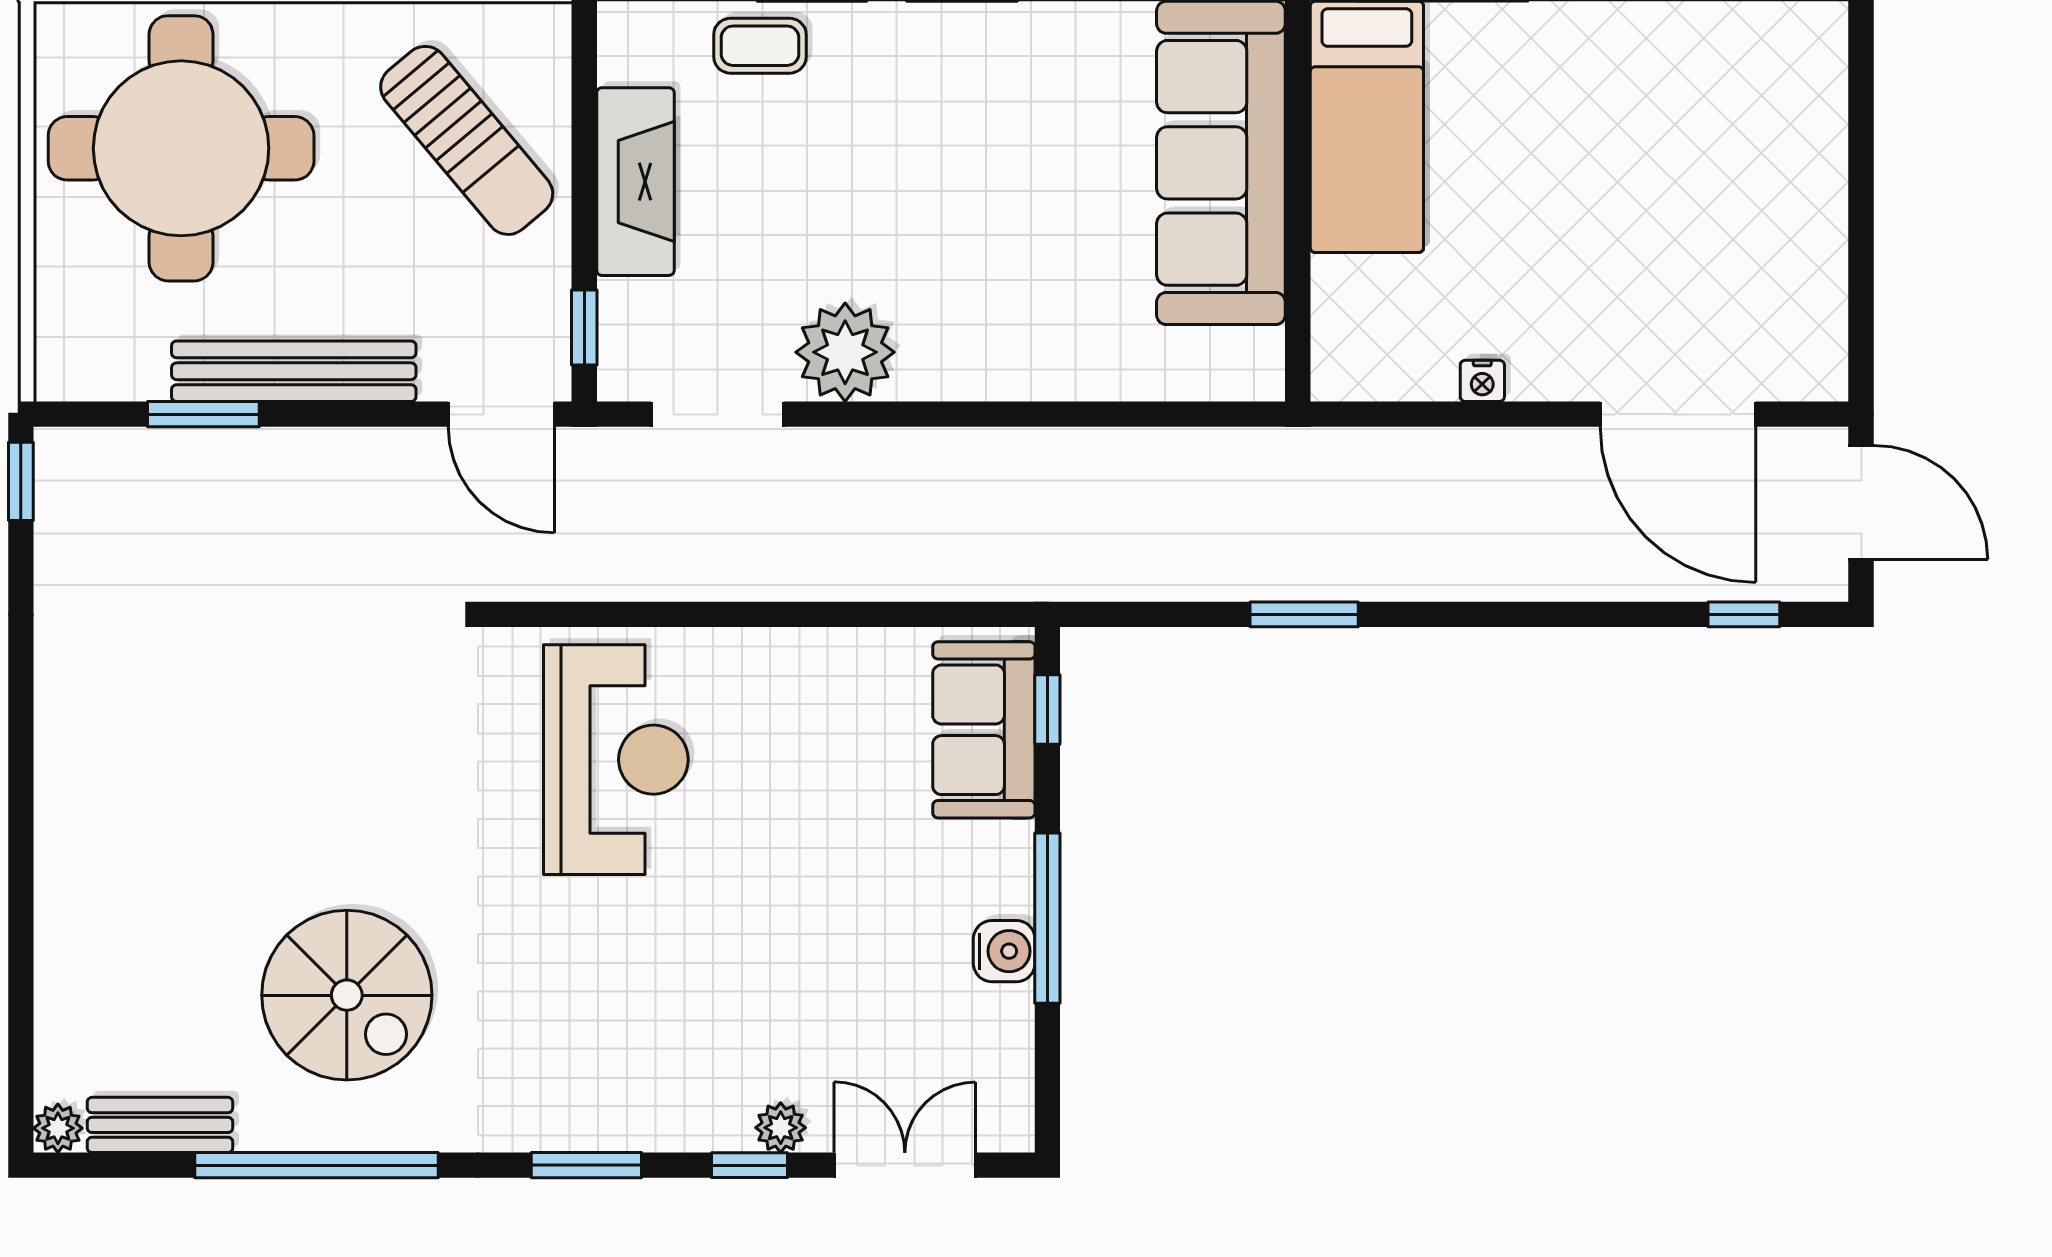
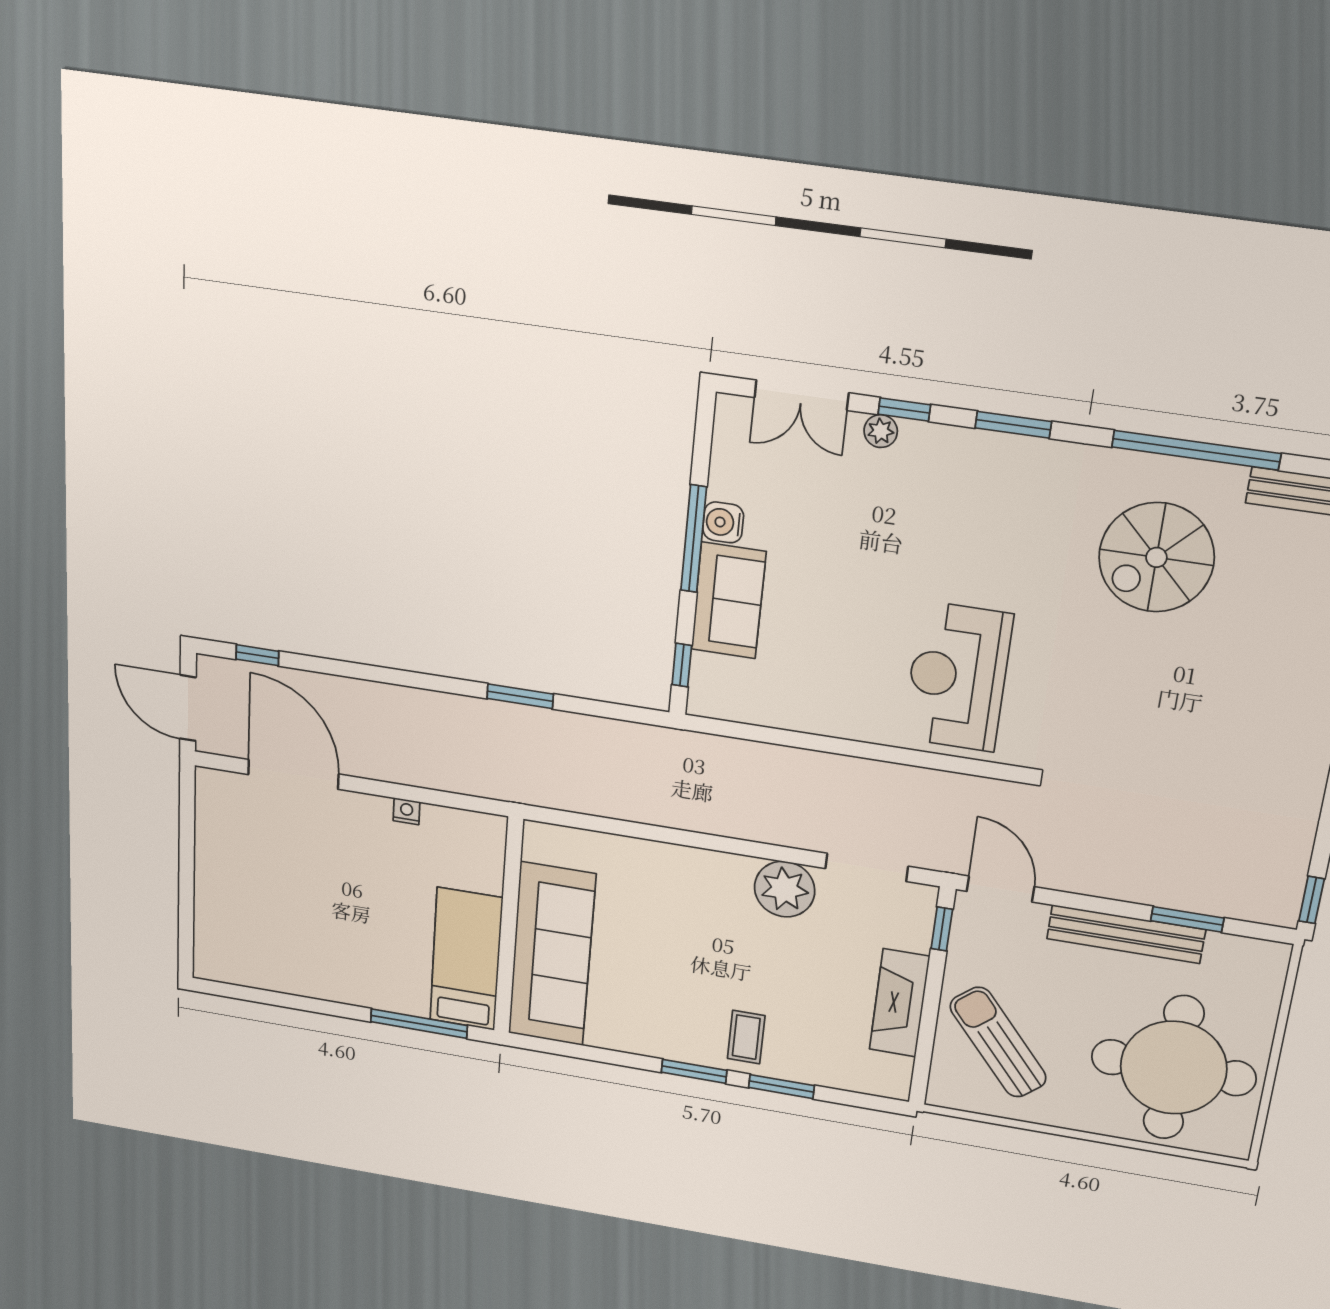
coffee table: (760, 46) -> (746, 1037), moved, turned 90
sofa: (984, 730) -> (728, 601), moved
spiral stairs: (347, 995) -> (1156, 557), turned -90

